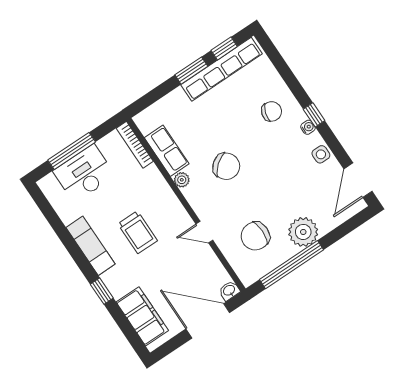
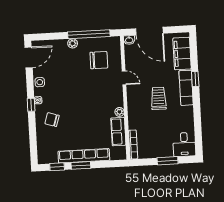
row of seats: (222, 69) -> (84, 156), moved
window: (72, 151) -> (168, 161), width x0.69
chair: (226, 166) -> (92, 105), removed
desk: (84, 173) -> (184, 144), moved, width x0.73
plant: (303, 232) -> (73, 43), width x0.53, depth x0.53
exam couch: (91, 246) -> (186, 88), moved

